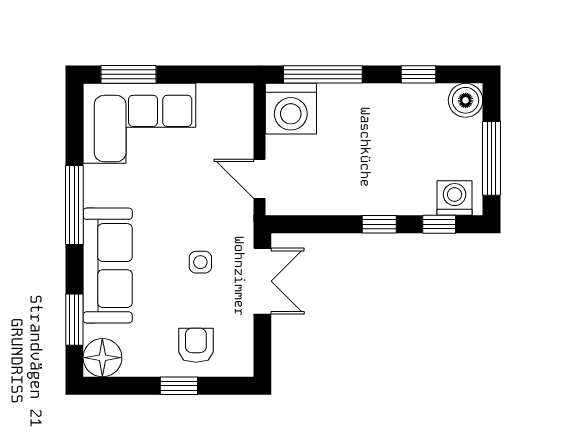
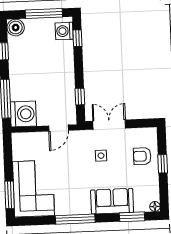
window: (379, 224) -> (80, 97), moved
sofa: (108, 266) -> (112, 201), width x0.73
floor lamp: (102, 358) -> (155, 206), width x0.53, depth x0.53

